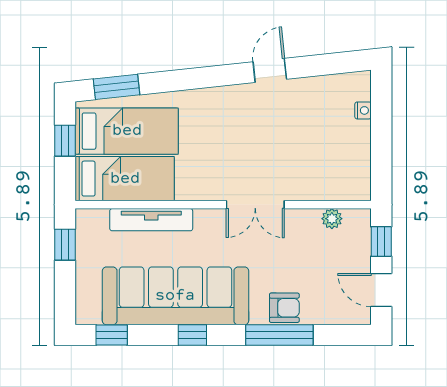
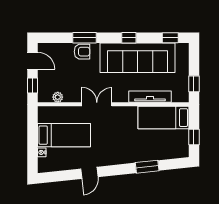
window: (116, 87) -> (147, 167), moved
bed: (127, 131) -> (64, 135), moved, turned 180
armchair: (284, 308) -> (82, 52), turned 180
window: (279, 335) -> (85, 38), width x0.69

